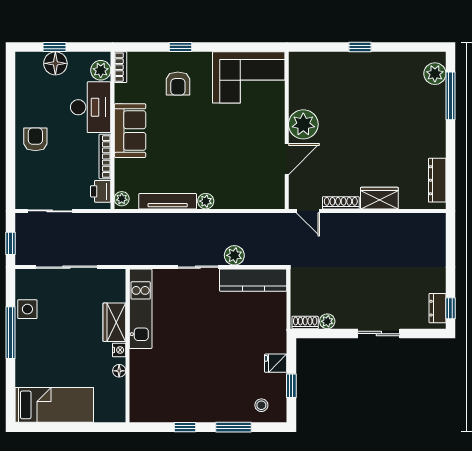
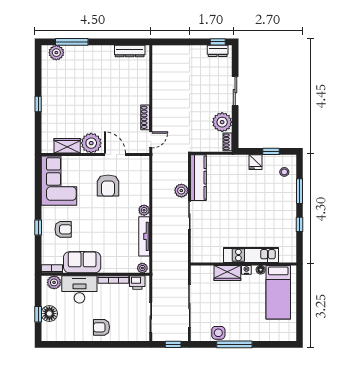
sofa: (130, 131) -> (82, 262), moved
armchair: (242, 149) -> (108, 186), added
wardrobe: (379, 198) -> (67, 146), moved, turned 90
kitchen unit: (141, 309) -> (251, 255), moved
plant: (327, 321) -> (222, 122), width x1.87, depth x1.87
bed: (54, 405) -> (278, 292), moved, turned 180

